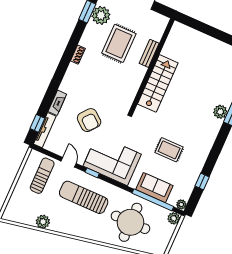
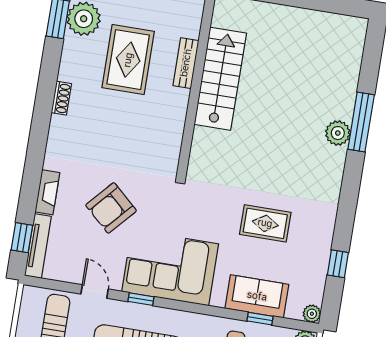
stairs: (158, 83) -> (220, 79), moved
armchair: (89, 120) -> (111, 208), turned 93
window: (153, 200) -> (260, 319), width x0.32

